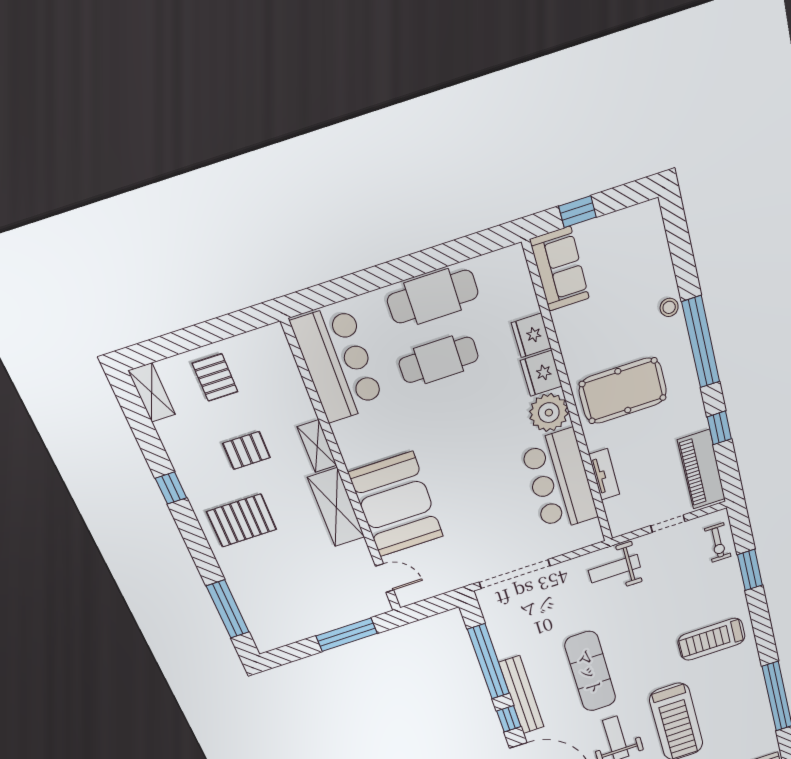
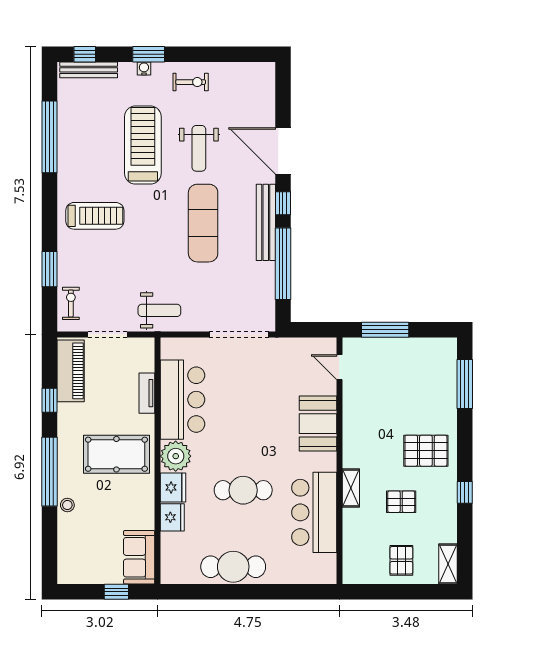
cafe table: (439, 360) -> (243, 490), moved
bar counter: (338, 364) -> (314, 512), moved
booth: (396, 505) -> (318, 424), width x0.73, depth x0.70
shelving: (336, 507) -> (354, 437), removed
doorway: (668, 524) -> (107, 334), width x1.38

